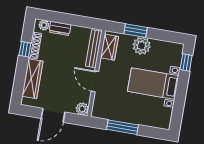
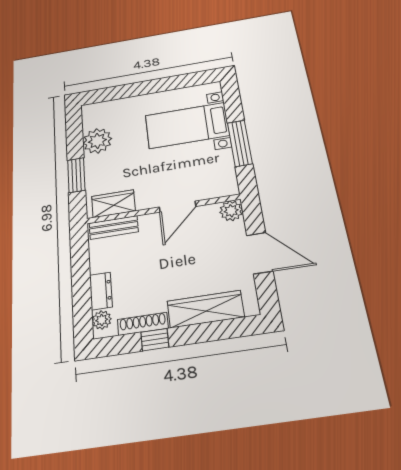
plant: (142, 46) -> (97, 141), moved
bench: (94, 49) -> (114, 227), width x0.73
window: (186, 62) -> (109, 94), removed
bed with nightstands: (153, 84) -> (187, 125), moved, turned 90

